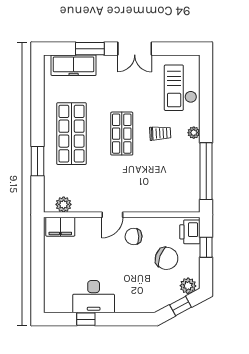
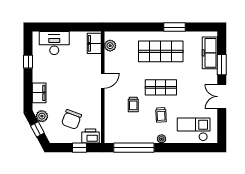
window: (38, 161) -> (175, 27), moved
trolley: (146, 172) -> (133, 104), added
door: (112, 215) -> (103, 81), swing flipped
chair: (134, 236) -> (87, 96), removed
plant: (188, 286) -> (42, 116), moved
desk: (94, 297) -> (54, 43), moved, turned 90
filing cabinet: (130, 304) -> (39, 93), added

